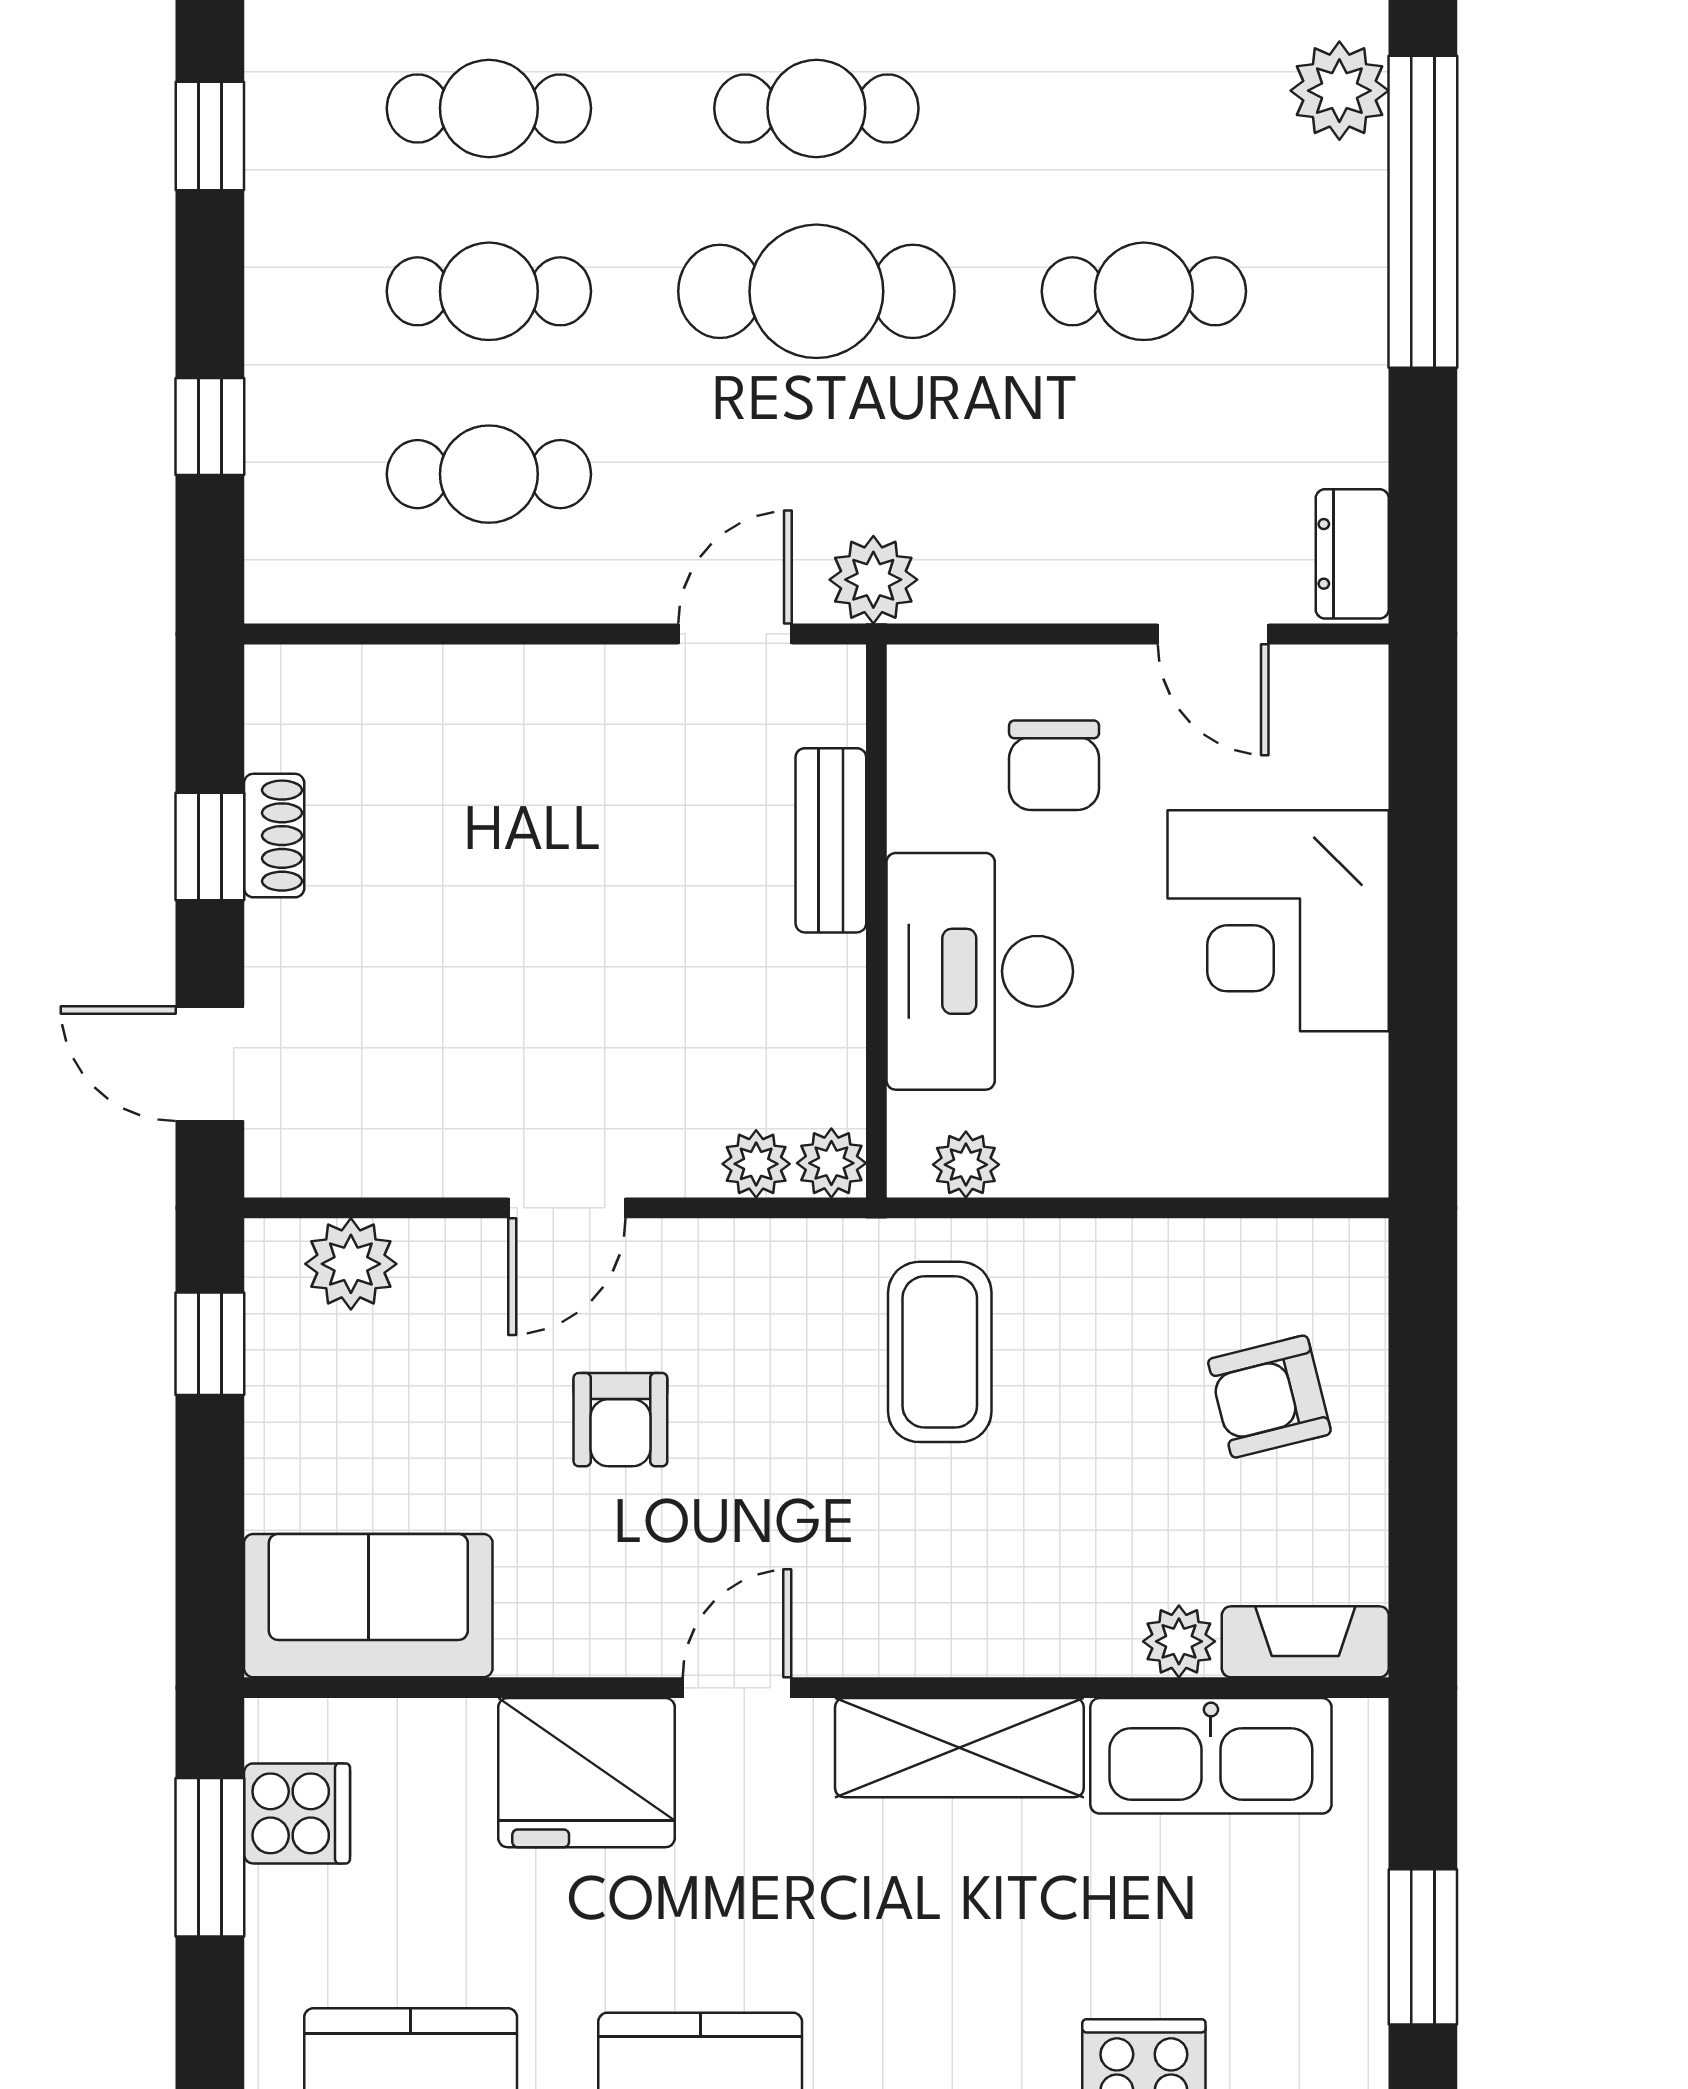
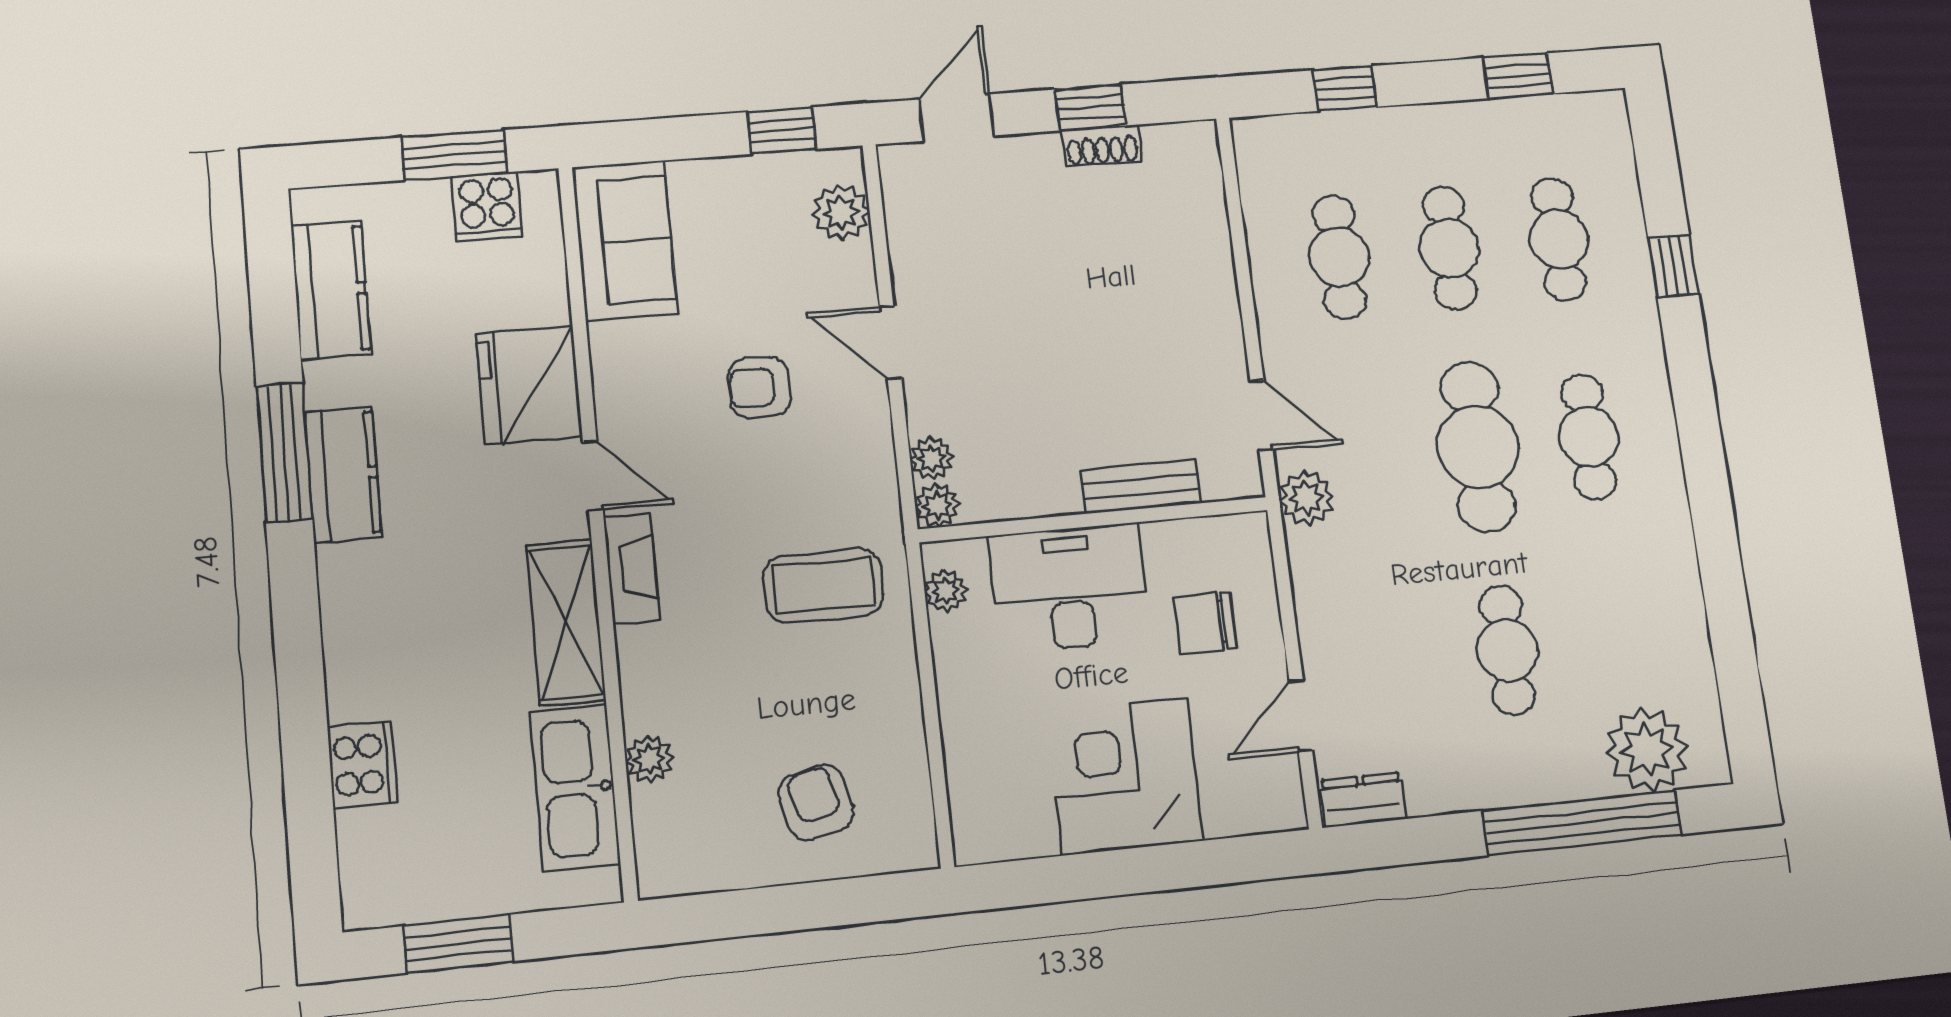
plant: (1339, 91) -> (1647, 750), width x1.36, depth x1.36
fireplace: (1305, 1642) -> (631, 568), moved

